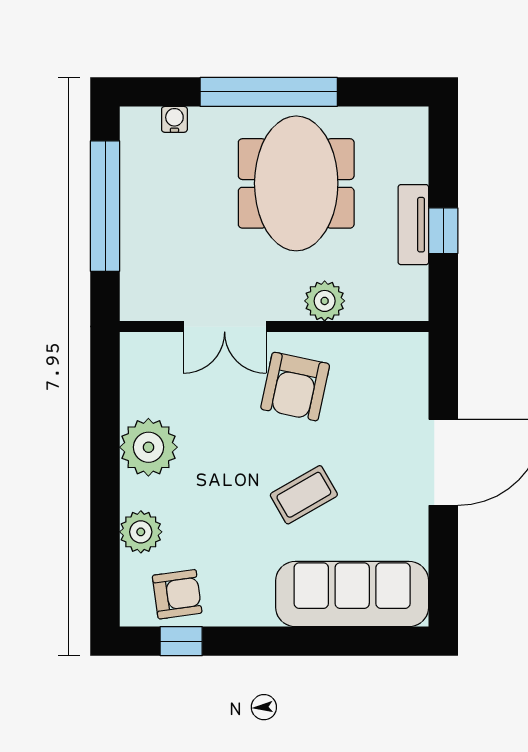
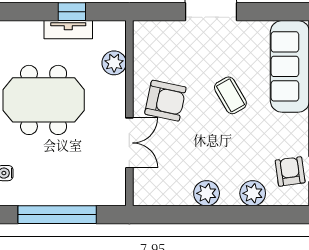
plant: (325, 301) -> (114, 63), moved
plant: (148, 447) -> (207, 193), width x0.73, depth x0.73

